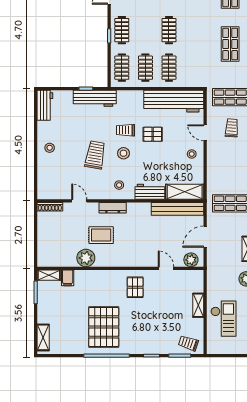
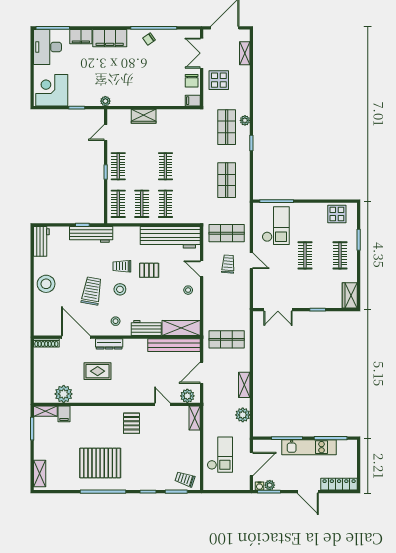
stool: (50, 148) -> (46, 284), width x1.89, depth x1.89
door: (79, 201) -> (76, 337), width x1.88
plant: (86, 258) -> (64, 394), moved
shelving: (198, 305) -> (195, 418), moved
pallet: (104, 327) -> (100, 463), turned 90

